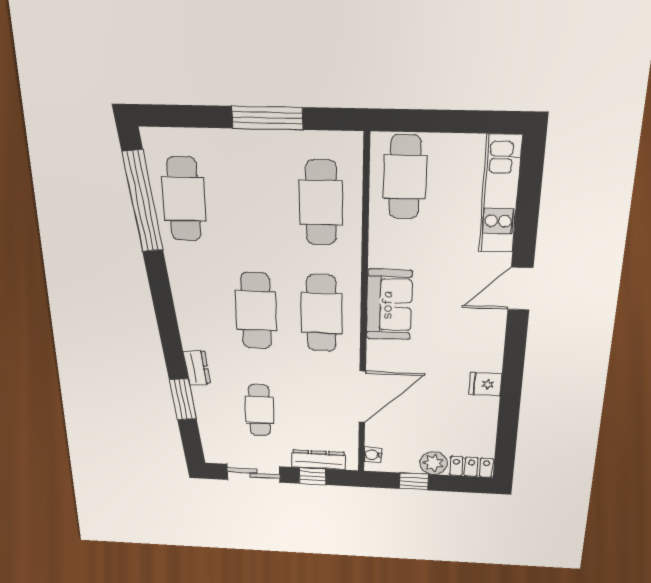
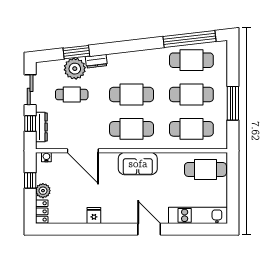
cafe table: (252, 201) -> (191, 95), added
plant: (213, 403) -> (75, 69), added

